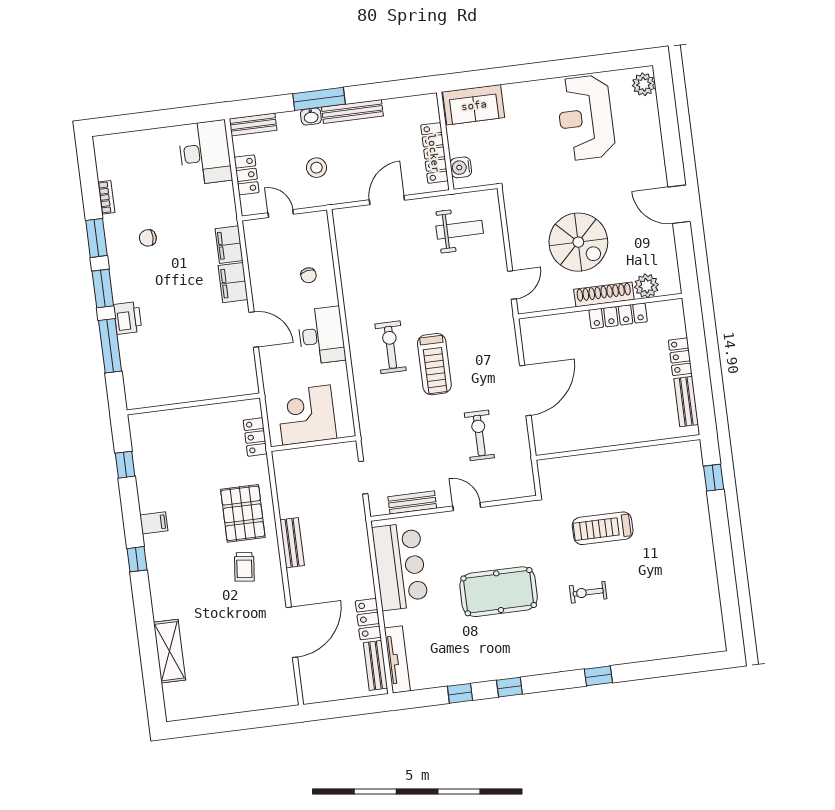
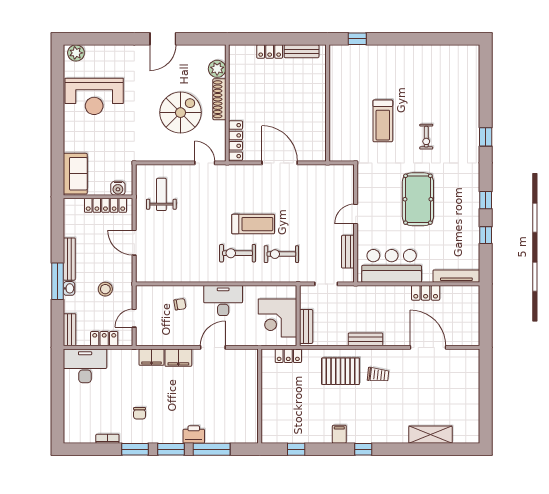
locker: (618, 316) -> (236, 141), moved
exercise bike: (479, 435) -> (281, 254), moved
bench: (375, 665) -> (306, 326), moved, turned 90

